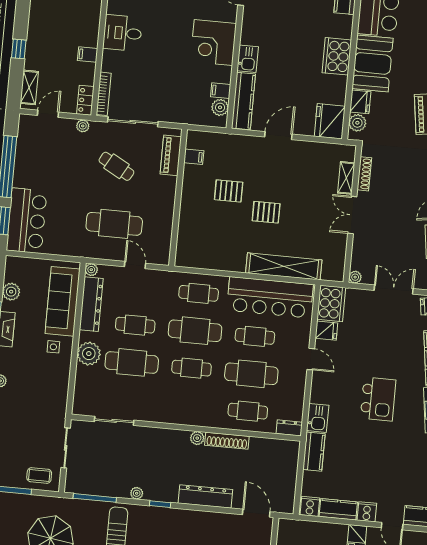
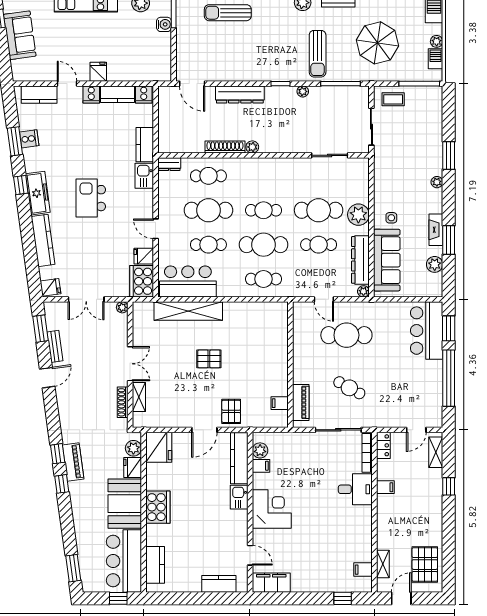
desk: (123, 33) -> (355, 489), moved
plant: (83, 126) -> (384, 422), removed
pallet: (229, 191) -> (231, 411), moved, turned 90
bar counter: (270, 297) -> (188, 281), width x0.73

